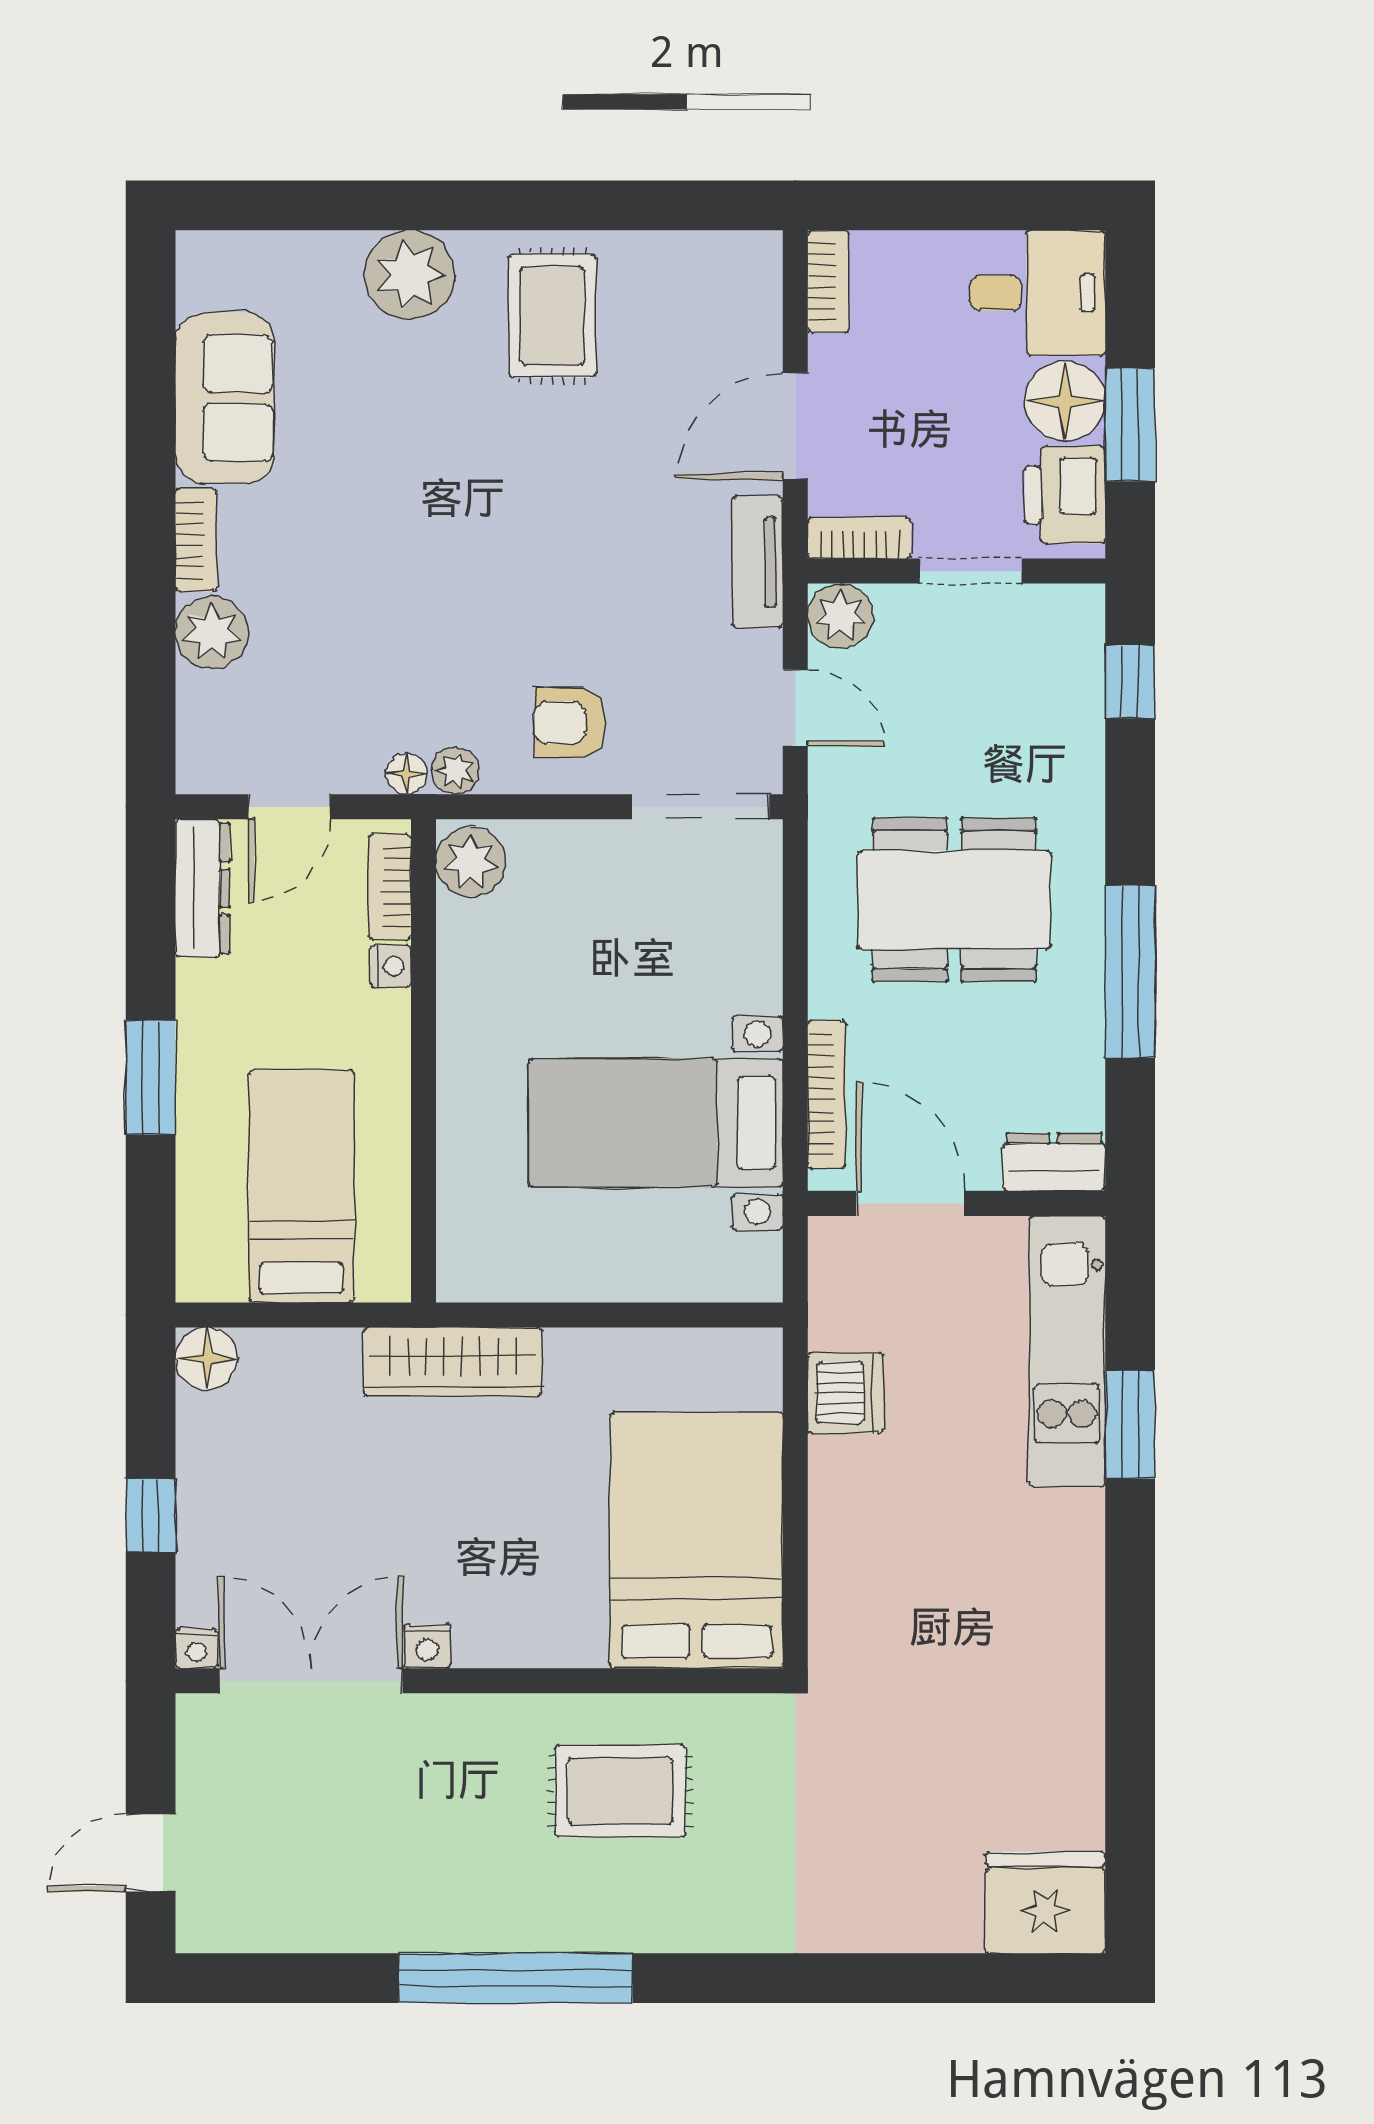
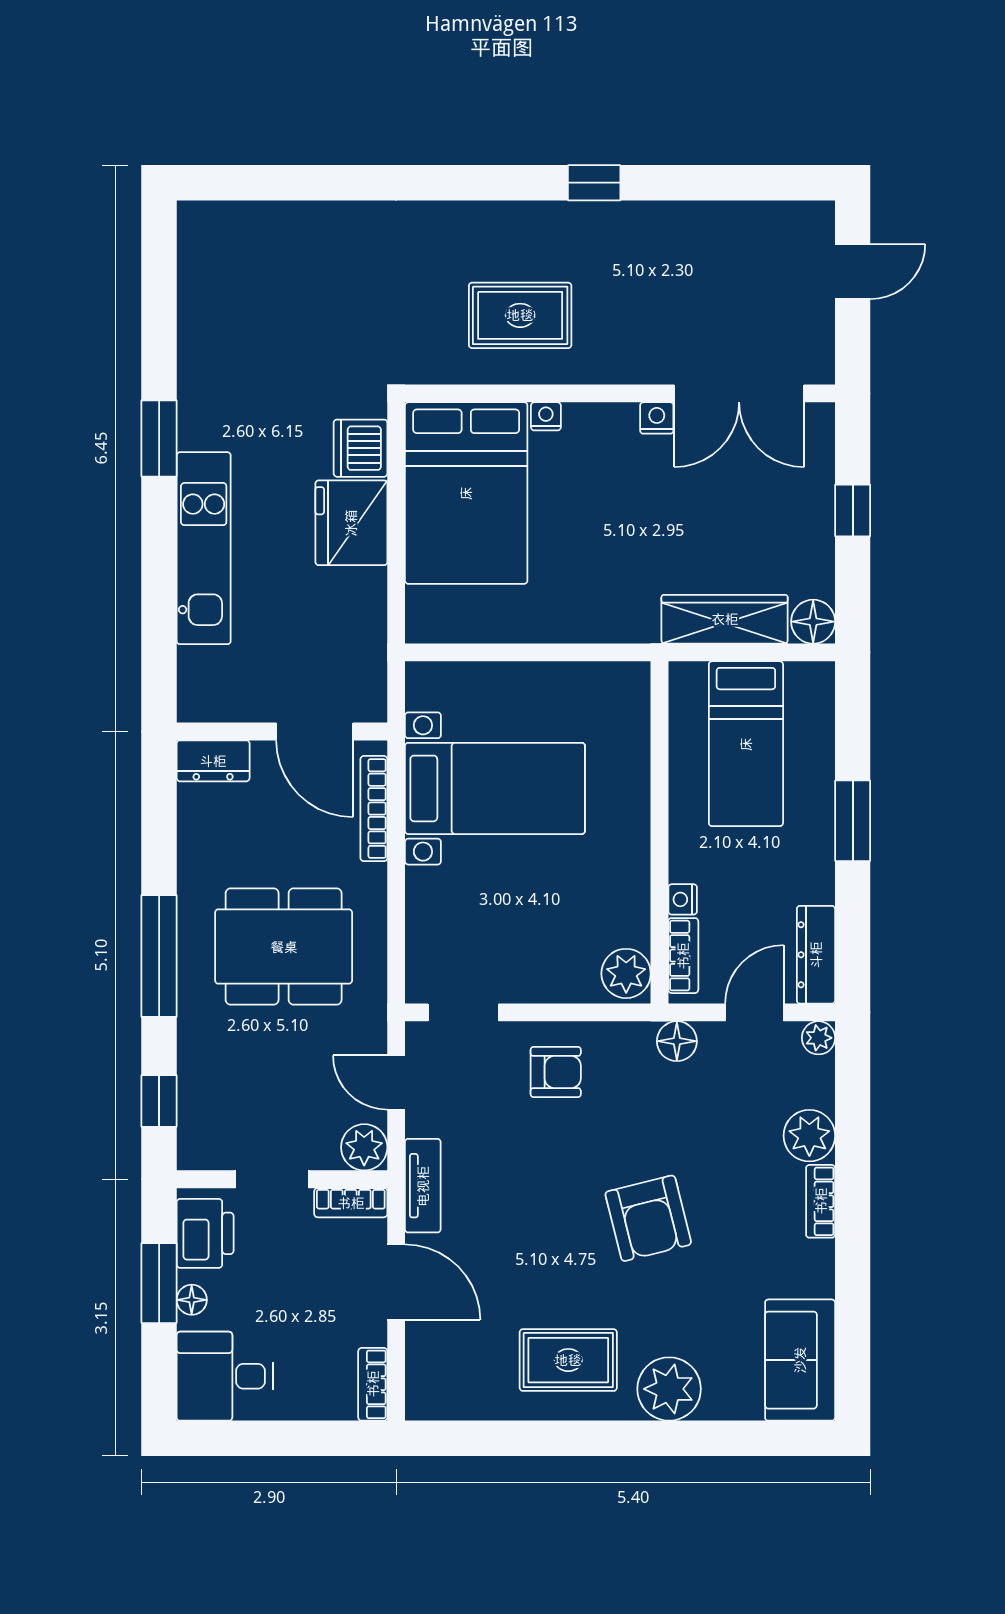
rug: (552, 316) -> (568, 1360), turned 90
sofa: (225, 398) -> (800, 1360), moved
floor lamp: (1065, 401) -> (192, 1300), width x0.53, depth x0.53
door: (795, 426) -> (396, 1282), hinge flipped
armchair: (439, 516) -> (648, 1218), added
plant: (456, 771) -> (818, 1038), moved
floor lamp: (407, 774) -> (677, 1041), width x1.37, depth x1.37
doorway: (701, 807) -> (463, 1012), width x0.73
window: (1130, 972) -> (159, 956), moved
kitchen unit: (1067, 1351) -> (204, 548), moved
wardrobe: (453, 1362) -> (725, 619), moved
dishwasher: (846, 1393) -> (361, 448), moved
window: (1130, 1424) -> (159, 439), moved
nightstand: (197, 1648) -> (546, 416), moved
fridge: (1045, 1903) -> (351, 523), moved, turned 90
window: (516, 1978) -> (594, 183), width x0.32

